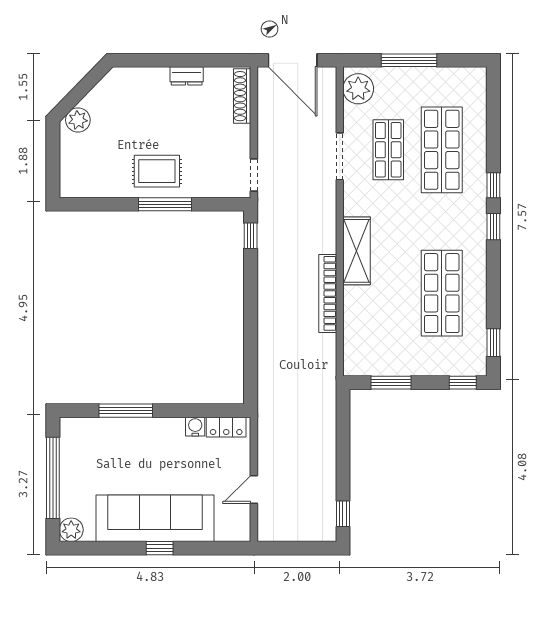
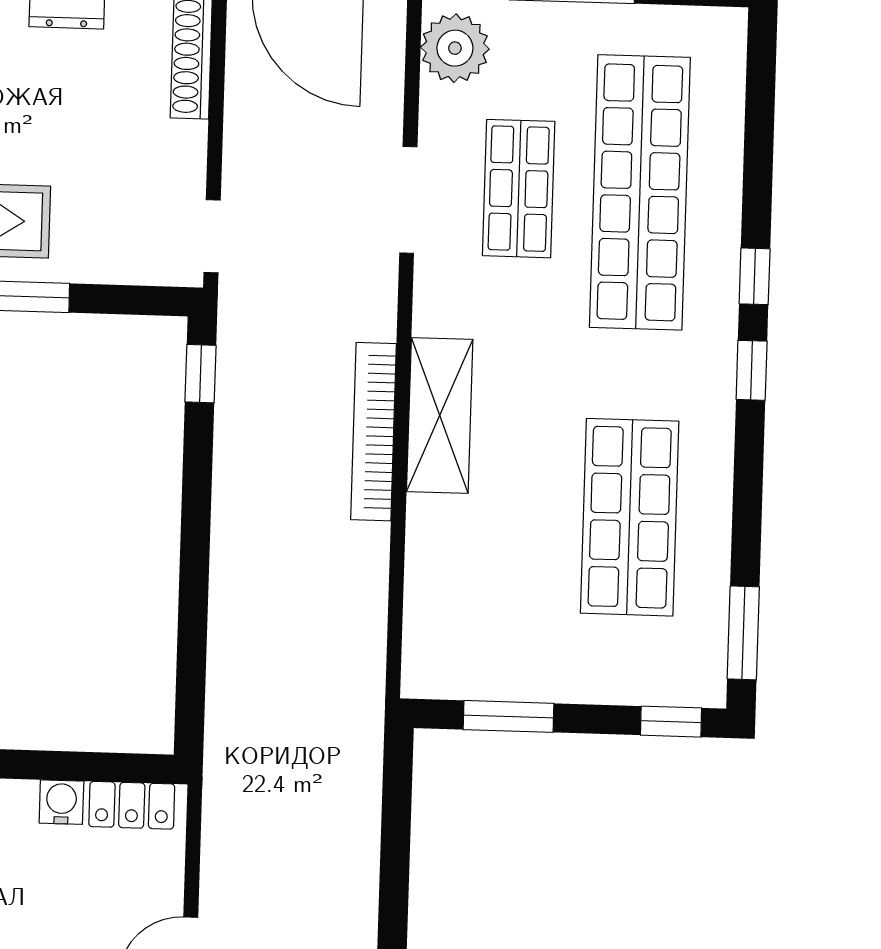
shop shelf: (442, 150) -> (640, 192), width x1.40
bookcase: (328, 293) -> (374, 432), moved
window: (493, 343) -> (743, 633), width x1.50

